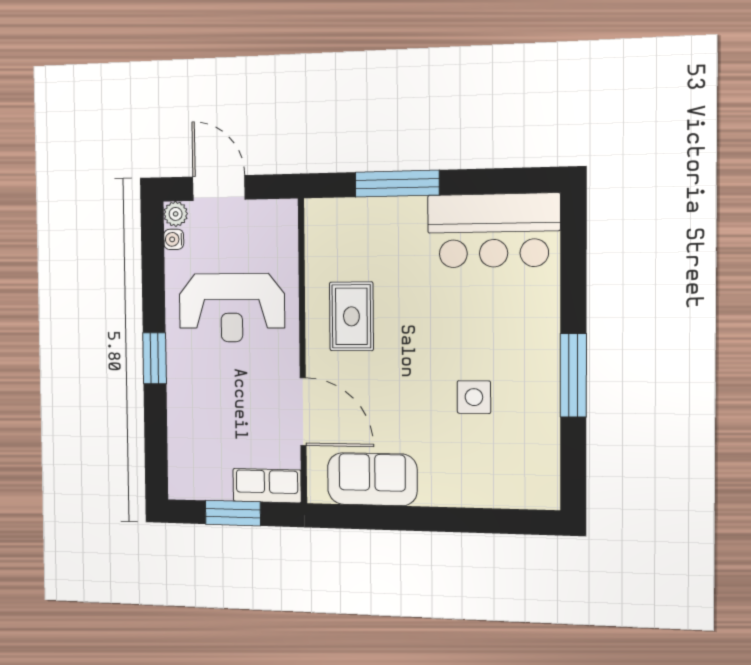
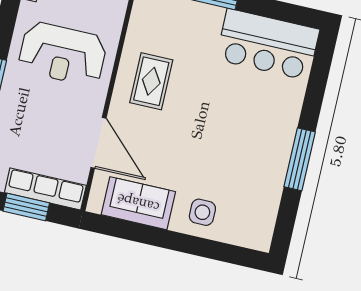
side table: (474, 397) -> (202, 212), moved
row of seats: (267, 486) -> (45, 189), width x1.48

